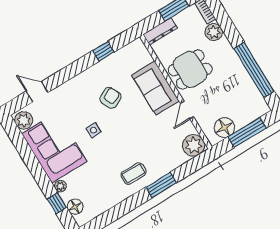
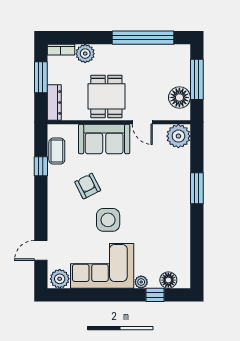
side table: (94, 130) -> (108, 220), width x1.87, depth x1.87
coffee table: (134, 173) -> (57, 151), moved

